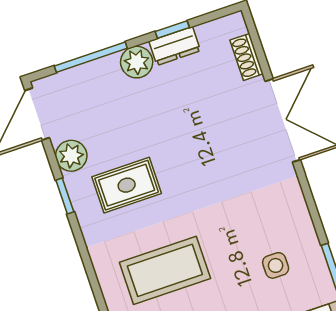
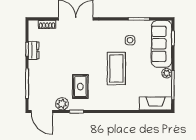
plant: (137, 62) -> (35, 67), removed
coffee table: (165, 270) -> (116, 68), moved

